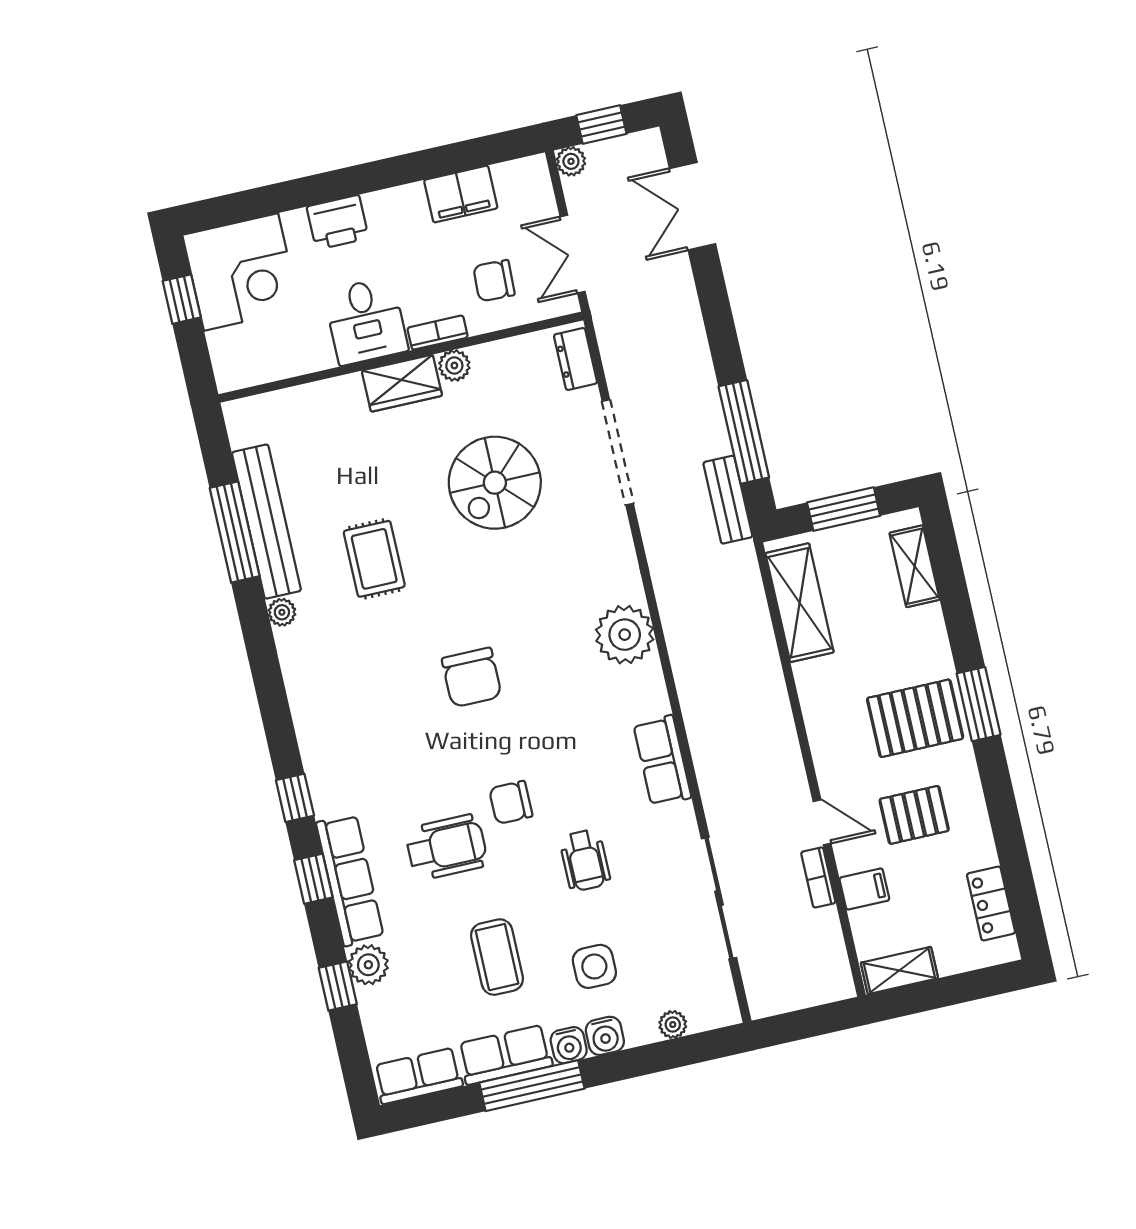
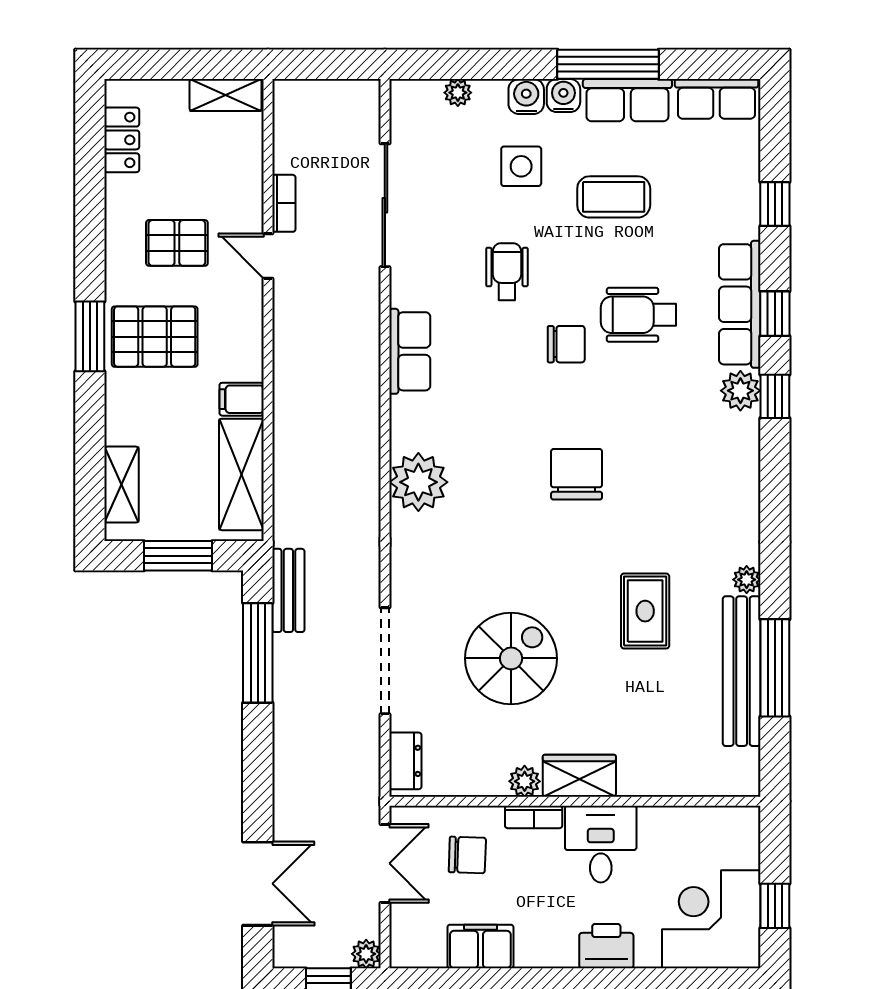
filing cabinet: (864, 889) -> (242, 399), moved
coffee table: (497, 957) -> (614, 197), turned 90
plant: (368, 965) -> (740, 391), moved

